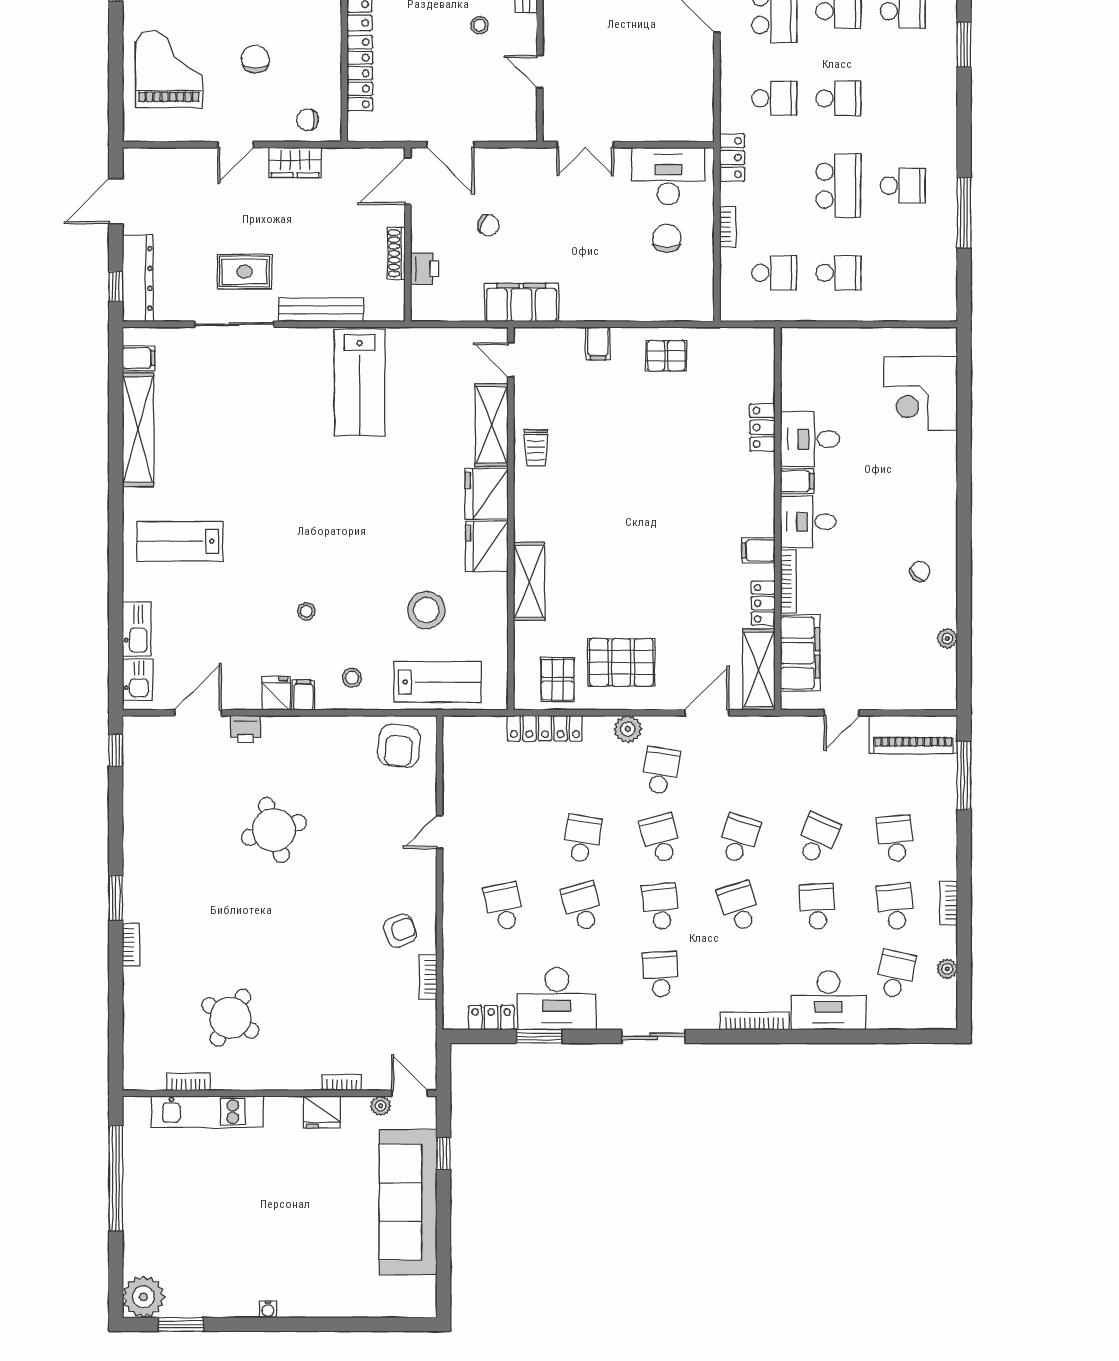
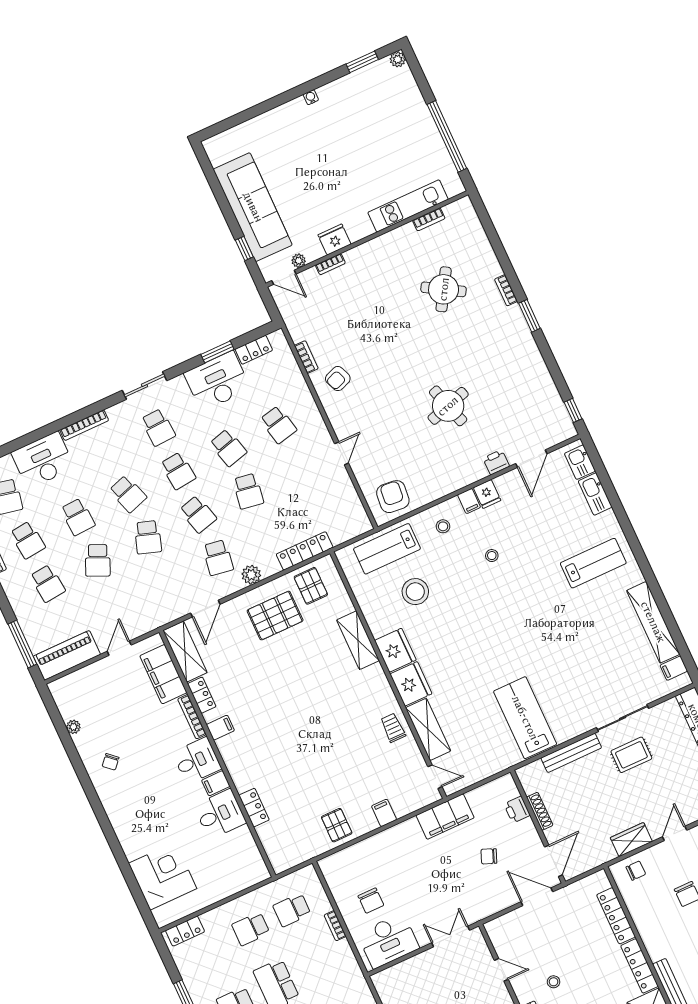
locker: (732, 158) -> (185, 931), moved, turned -90
pallet: (666, 356) -> (337, 825), turned 90
round table: (230, 1018) -> (444, 289), moved
plant: (143, 1297) -> (398, 59), width x0.53, depth x0.53

